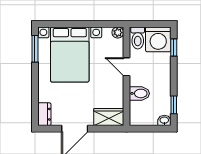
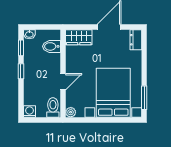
washing machine: (158, 39) -> (29, 111), width x0.53, depth x0.53
window: (174, 48) -> (21, 71), moved
door: (126, 67) -> (63, 82), hinge flipped
bidet: (139, 93) -> (51, 46), moved

